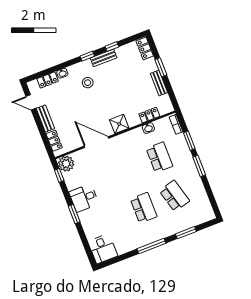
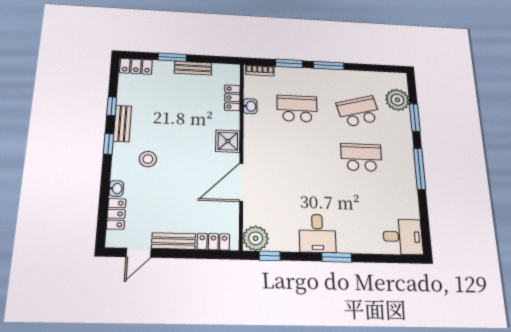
plant: (194, 218) -> (397, 100), added

